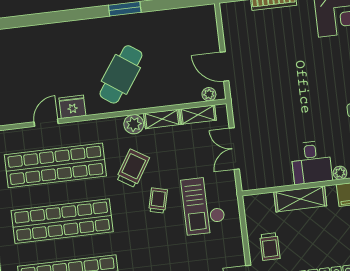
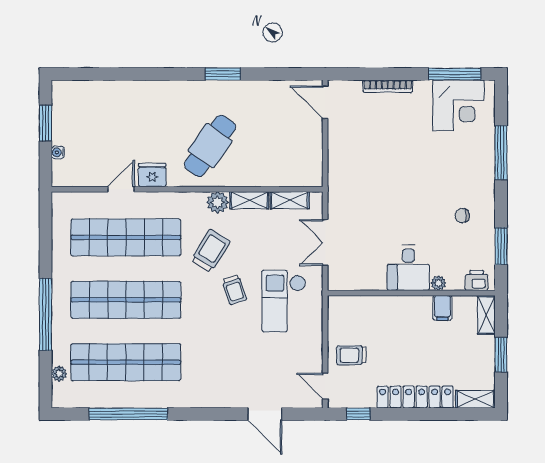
door: (224, 67) -> (325, 102), moved
plant: (209, 94) -> (304, 179), removed
shelving: (300, 199) -> (391, 307), removed
trolley: (158, 201) -> (234, 290), turned 148
trolley: (270, 247) -> (351, 355), turned 90

